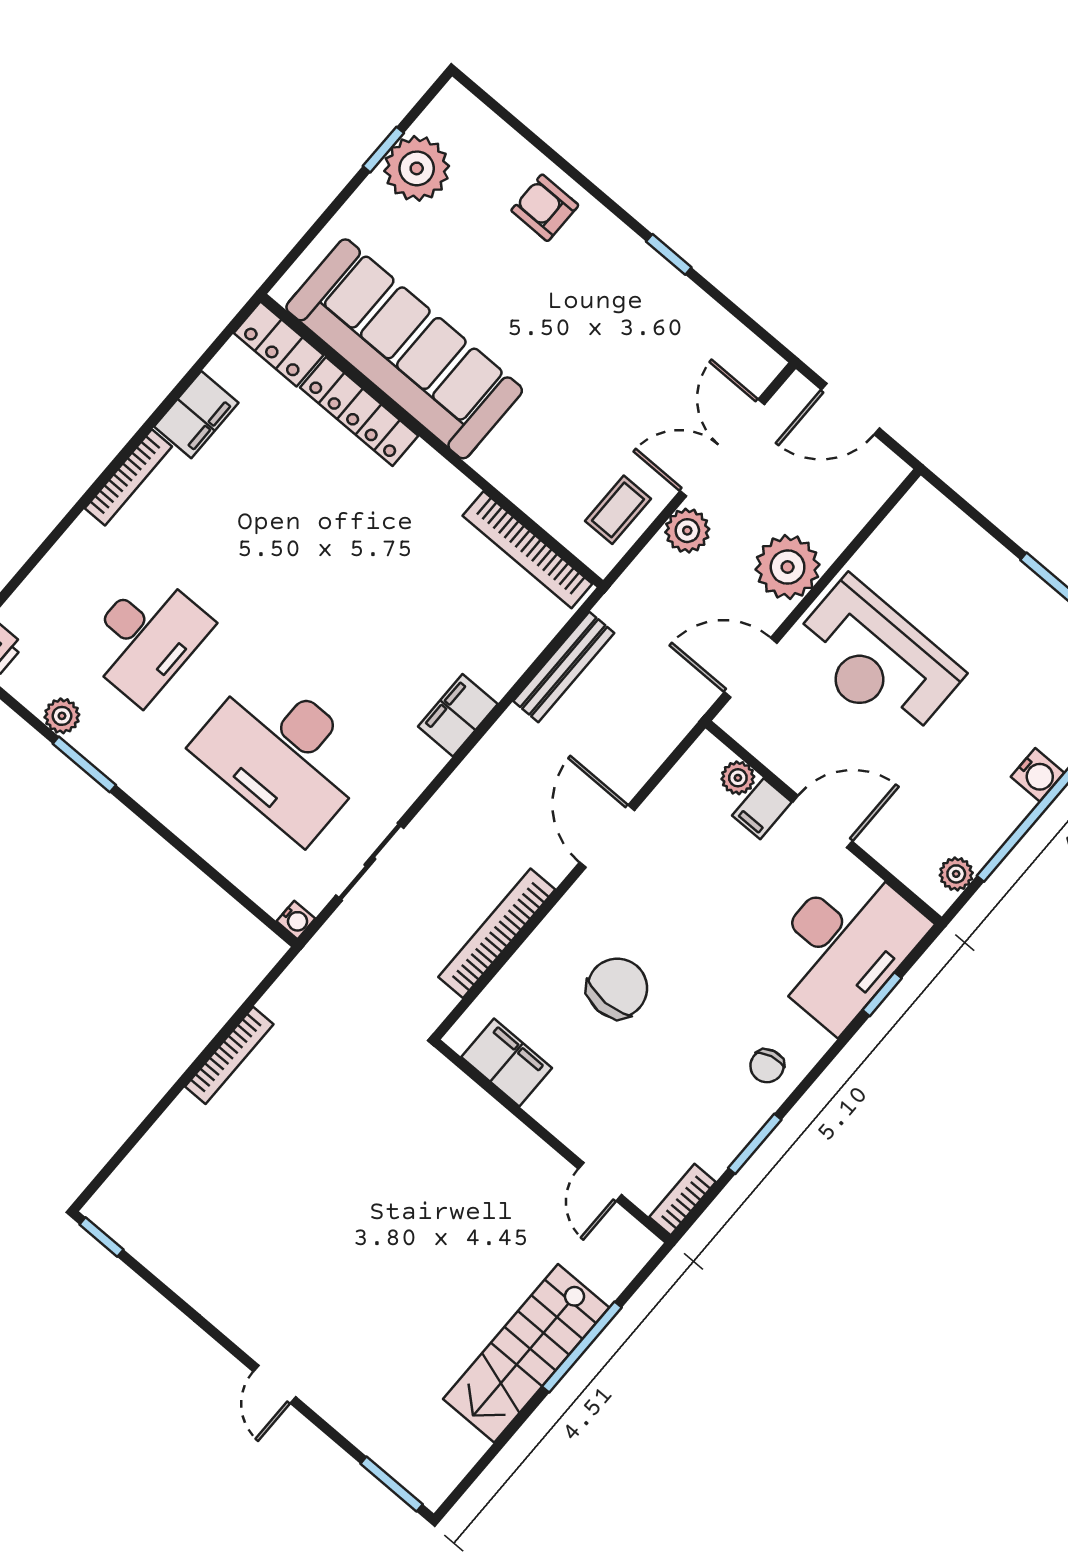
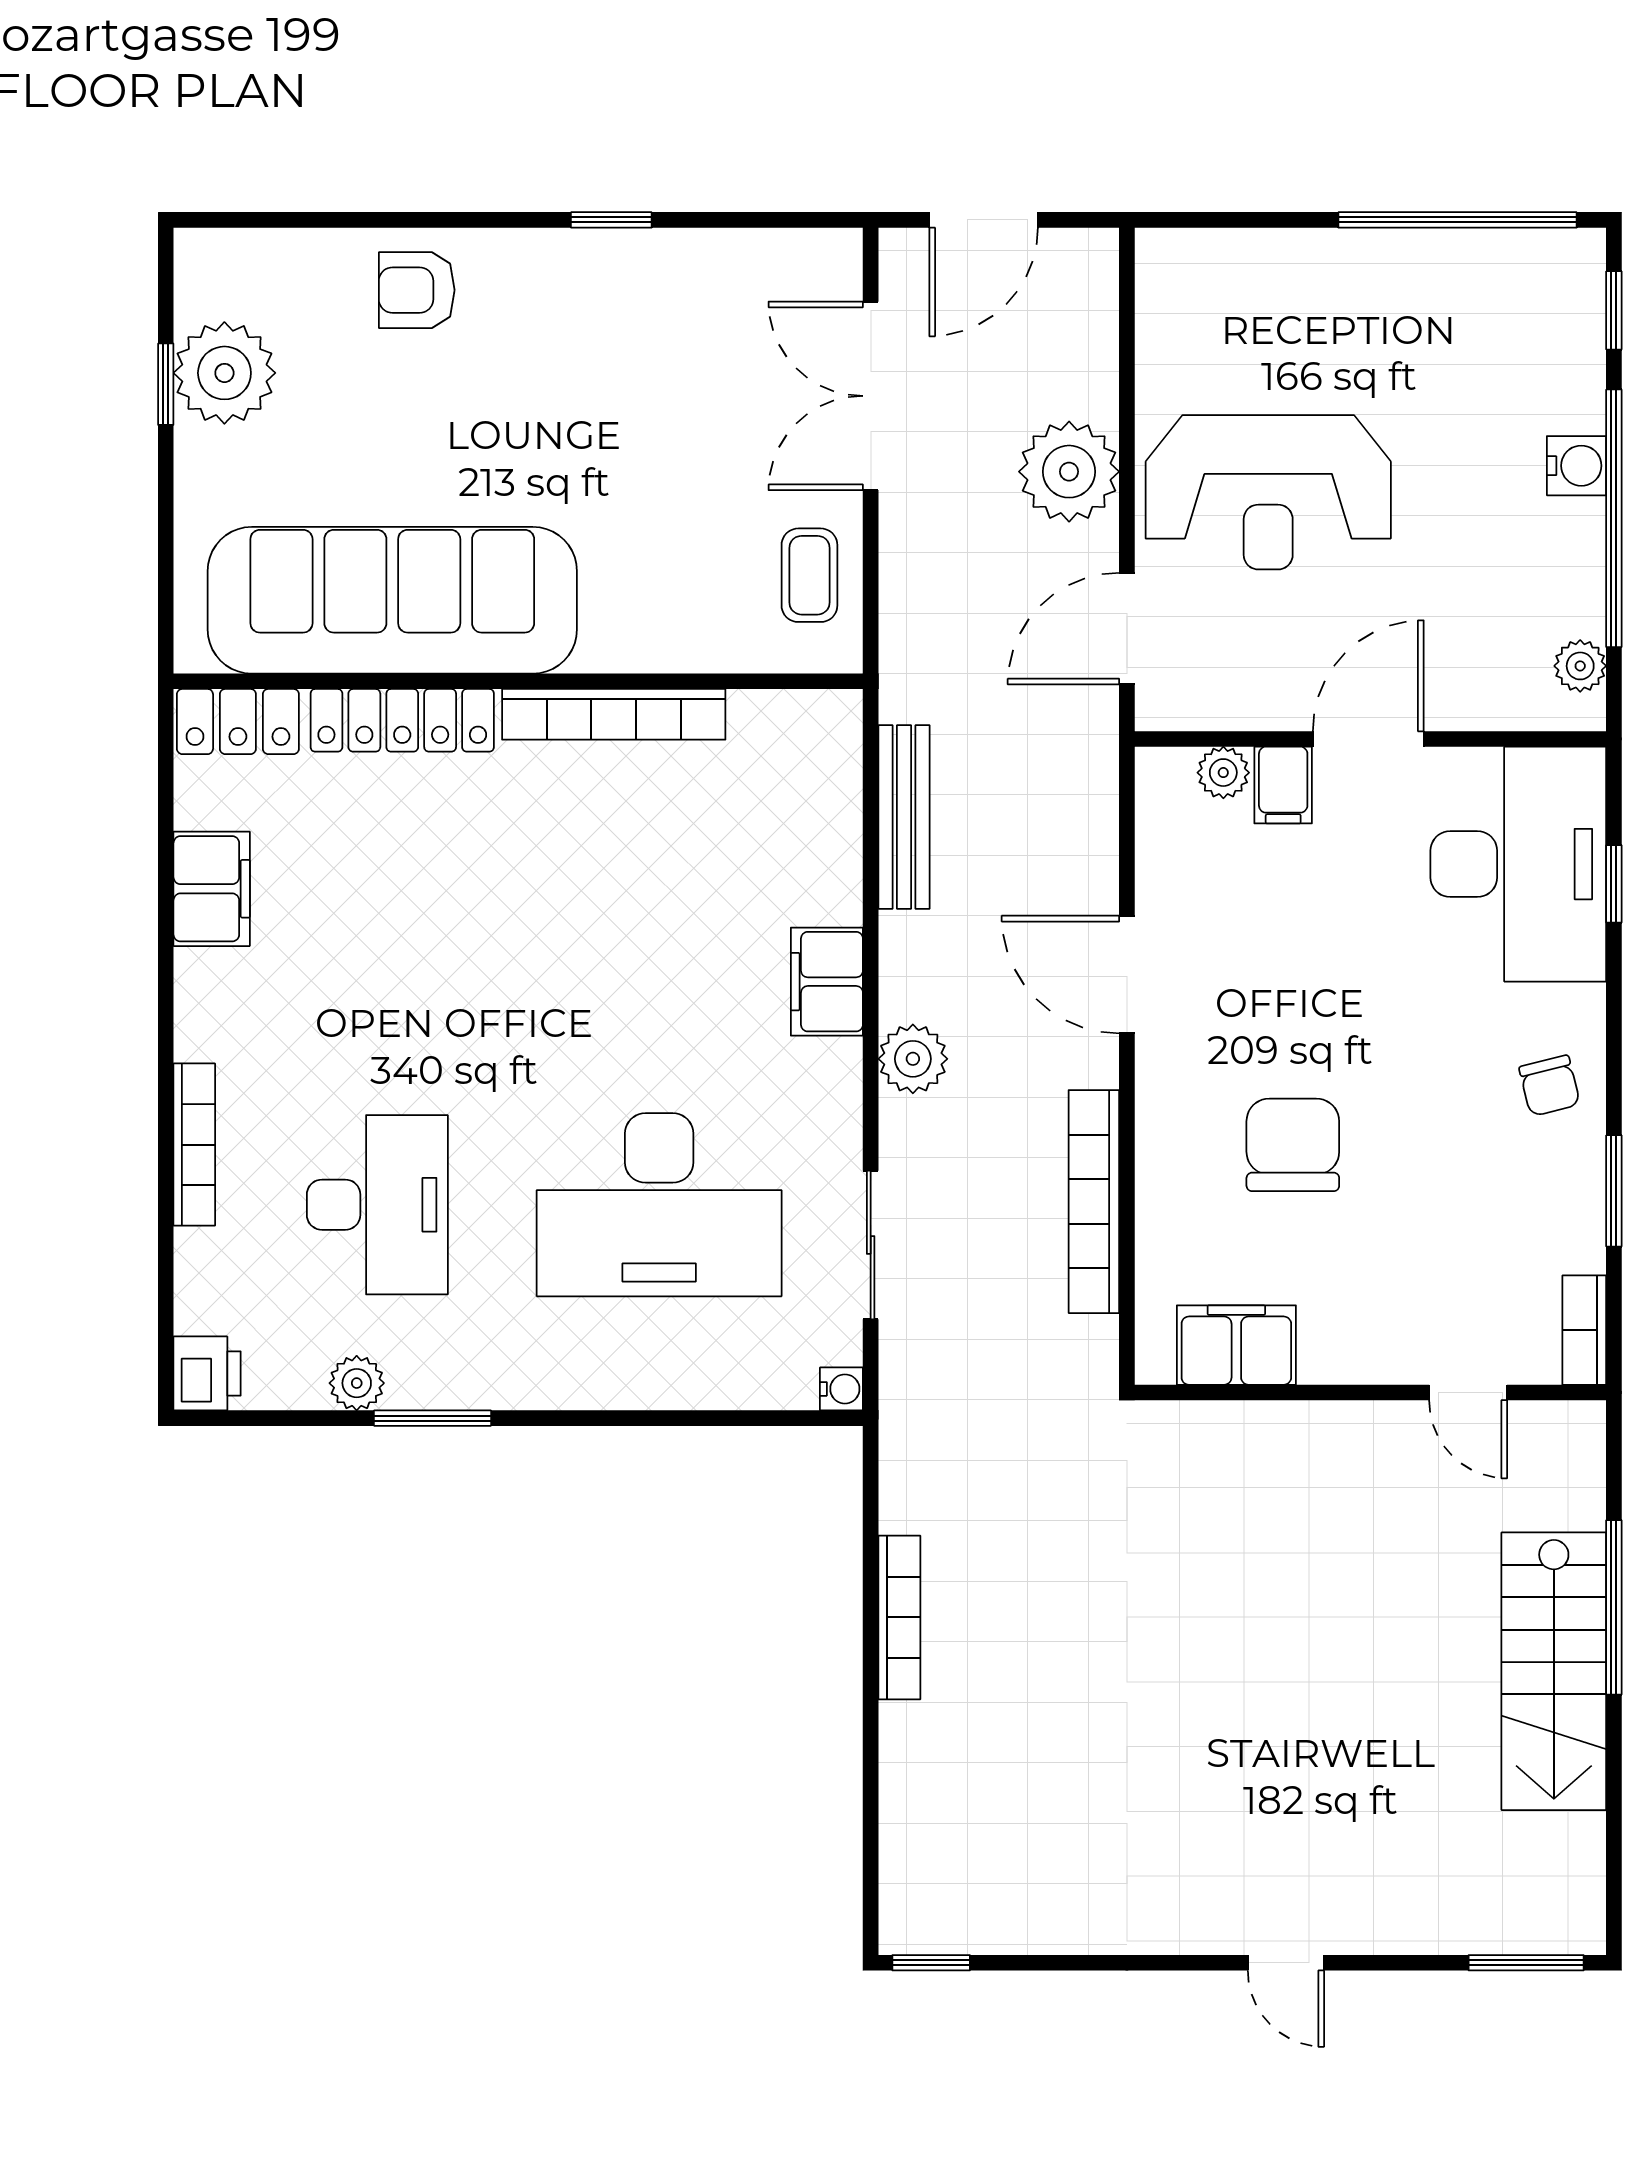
bookcase: (128, 477) -> (194, 1145), moved
plant: (687, 531) -> (913, 1059), moved
bookcase: (527, 550) -> (614, 714), moved

